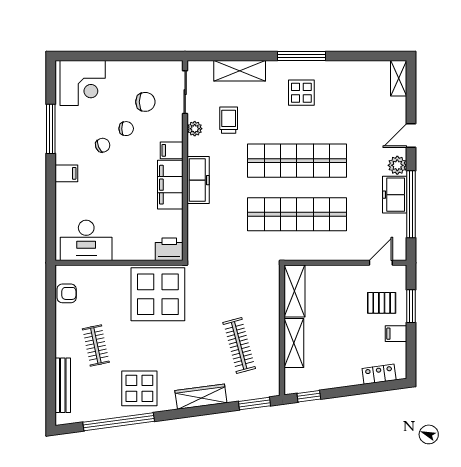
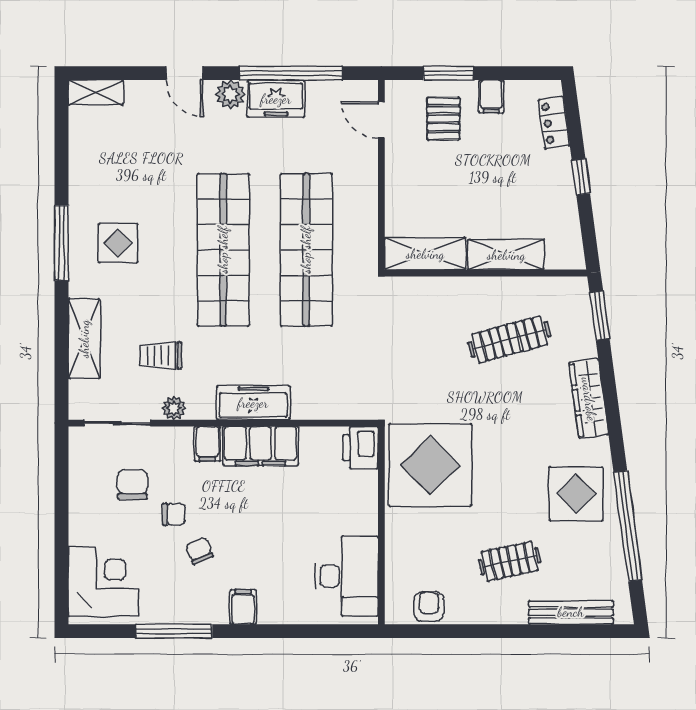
chair: (126, 129) -> (174, 514), turned 90
window: (309, 396) -> (581, 177), moved

